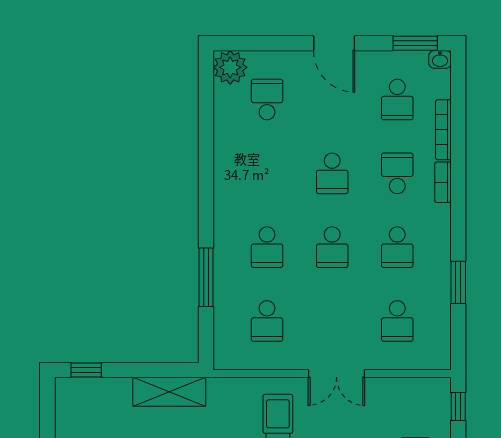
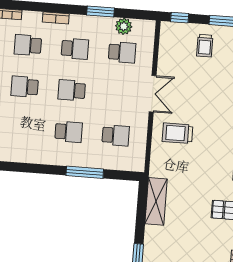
school desk: (332, 173) -> (25, 87), turned 180
bookcase: (443, 182) -> (56, 18), moved
school desk: (332, 247) -> (72, 90), turned 180
plant: (438, 320) -> (124, 26), added

